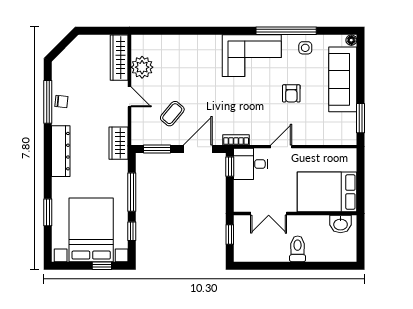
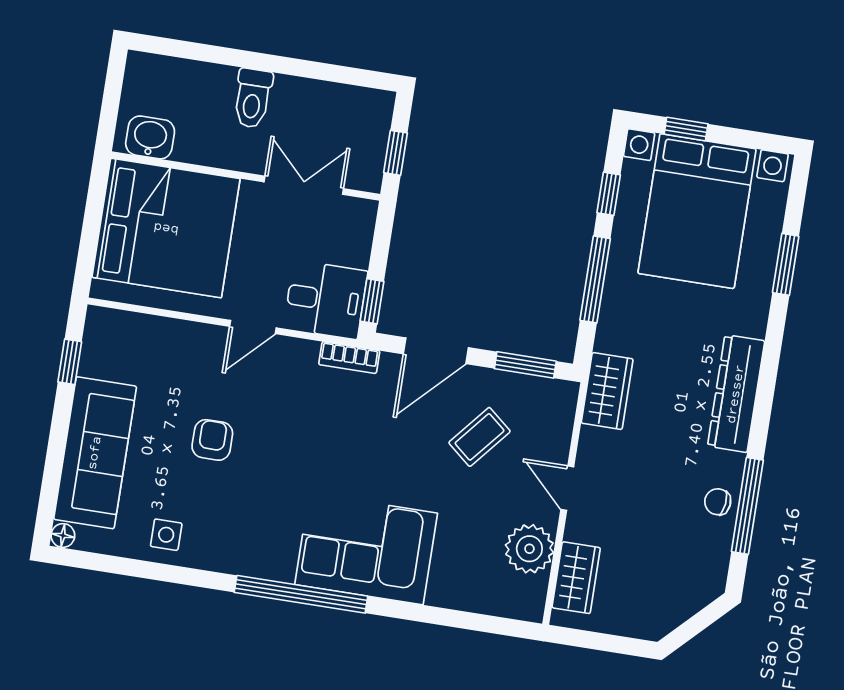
window: (286, 31) -> (301, 594), moved
corner sofa: (252, 56) -> (366, 549), moved
wardrobe: (119, 58) -> (576, 578), width x0.67
window: (361, 118) -> (70, 362), width x0.67
bed: (327, 192) -> (166, 228), width x1.36

